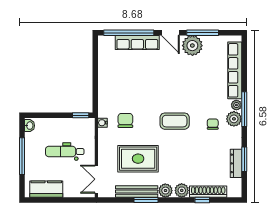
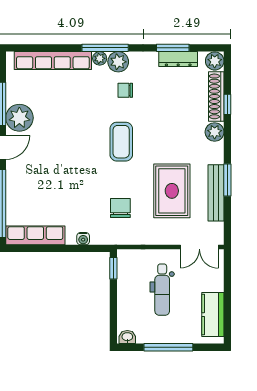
row of seats: (137, 43) -> (35, 235), moved, turned -90
chair: (125, 120) -> (120, 208), turned 90
water cooler: (103, 123) -> (83, 239), moved
plant: (165, 191) -> (215, 61), moved

